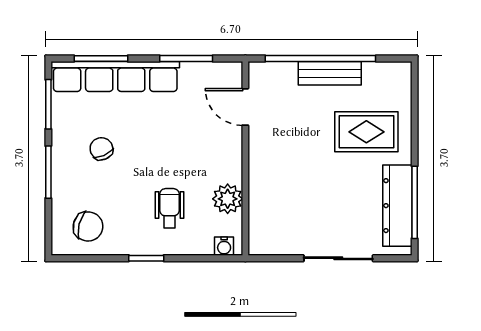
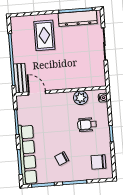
bench: (330, 73) -> (20, 78), moved
door: (245, 107) -> (37, 93), swing flipped
chair: (88, 226) -> (99, 162), turned -105

